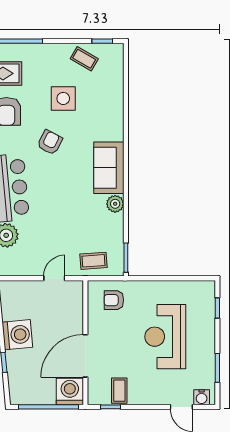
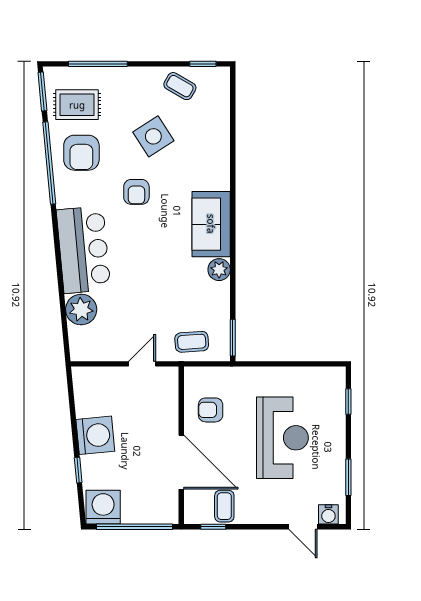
side table: (63, 98) -> (153, 136), turned -33
armchair: (50, 142) -> (136, 192), turned 153
armchair: (114, 300) -> (211, 410), moved
reception desk: (165, 337) -> (282, 438), turned 180
door: (85, 356) -> (181, 462), swing flipped
washing machine: (70, 392) -> (103, 507), moved

